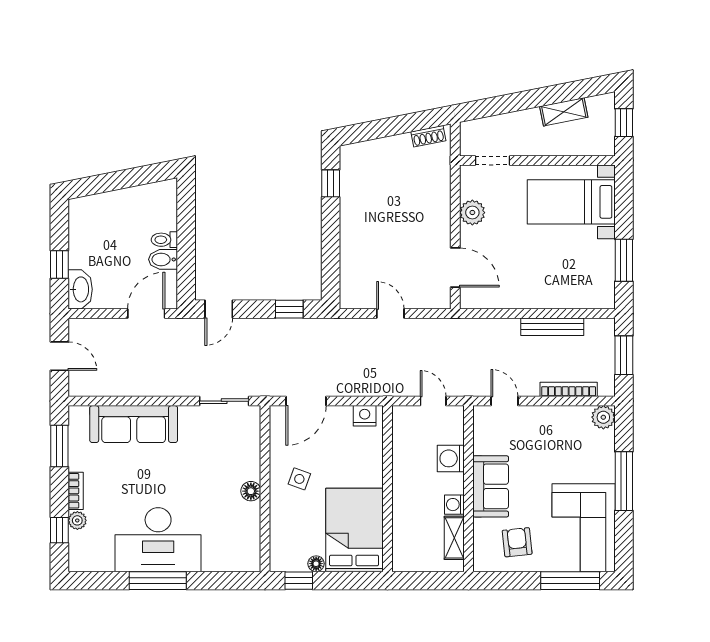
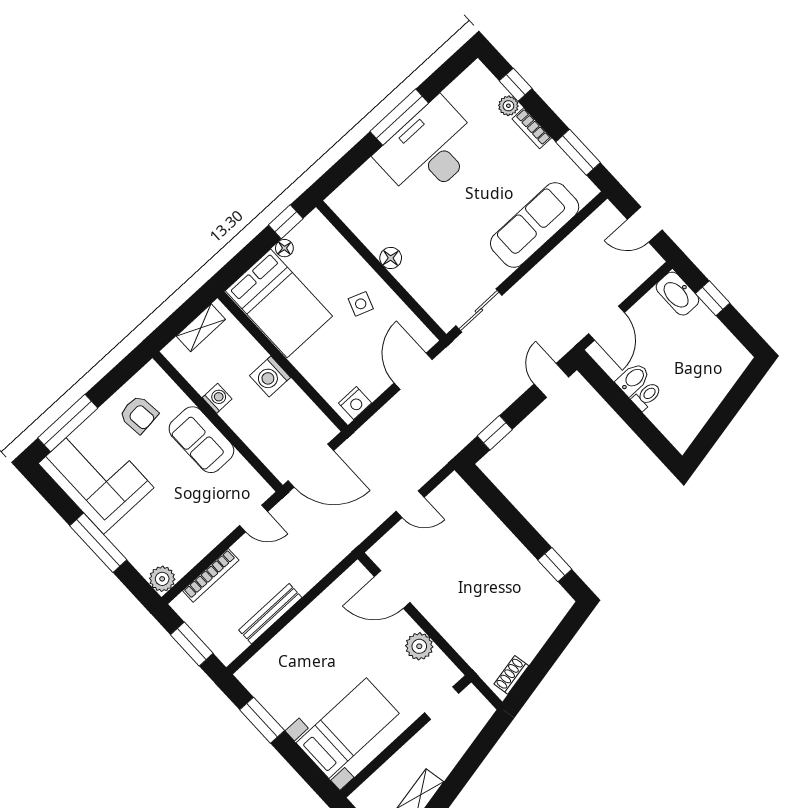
door: (433, 401) -> (311, 466), width x1.88
washing machine: (451, 458) -> (270, 376), moved, turned 180
shelving: (454, 538) -> (201, 328), moved, turned 90

